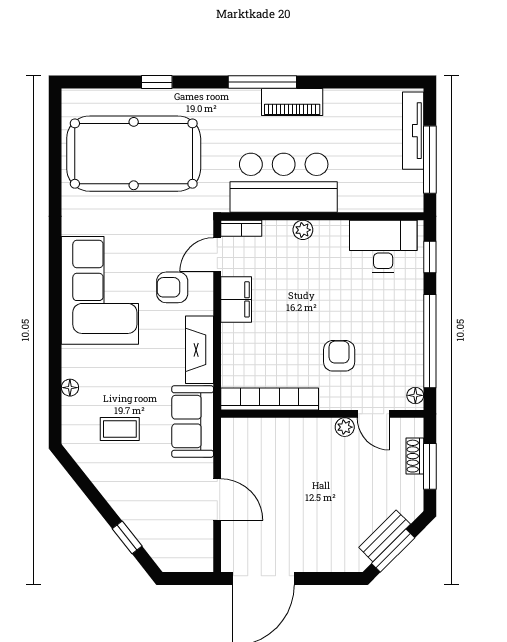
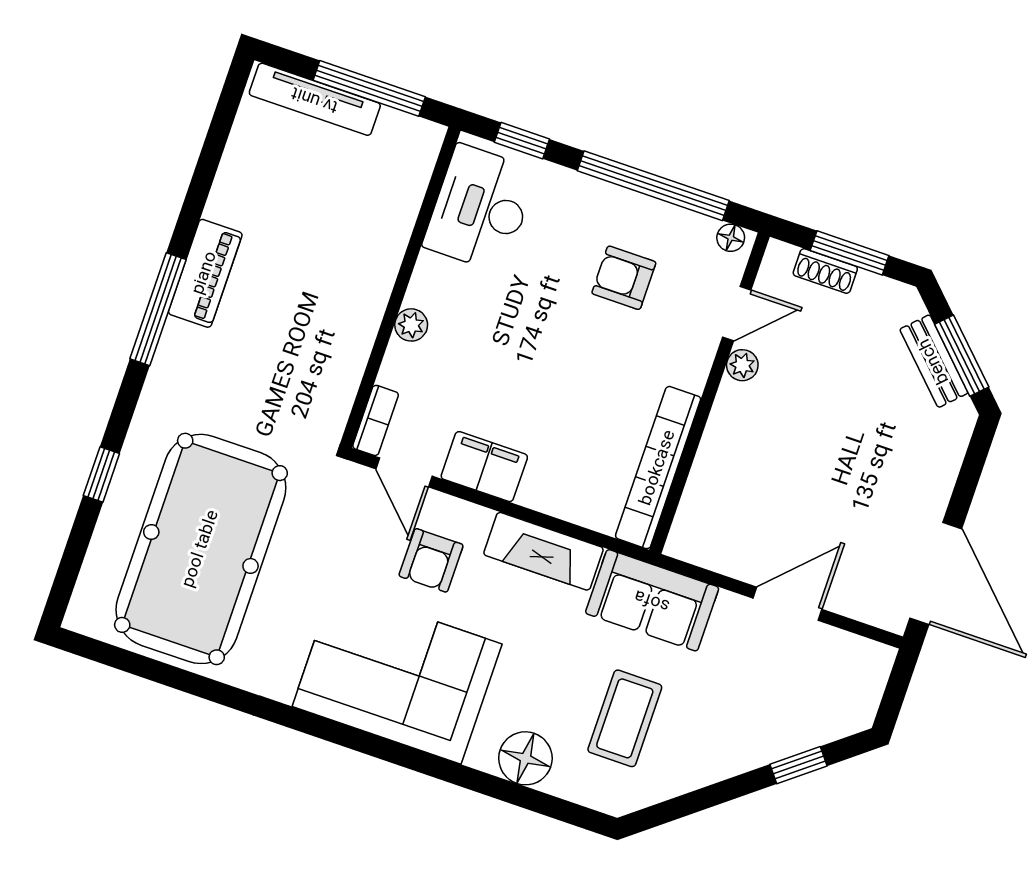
bar counter: (284, 183) -> (327, 330), removed
armchair: (339, 356) -> (624, 278), moved
floor lamp: (70, 388) -> (525, 758), width x1.89, depth x1.89
coffee table: (120, 429) -> (625, 718), width x1.36, depth x1.30

